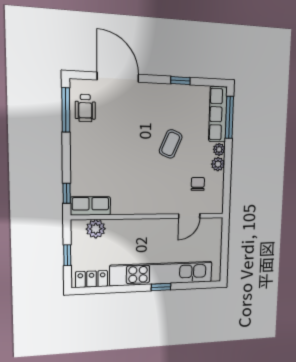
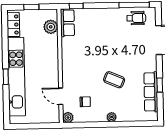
wheelchair: (85, 108) -> (136, 18), turned 180
row of seats: (218, 114) -> (151, 92), moved, turned -90
window: (229, 117) -> (136, 124), removed
plant: (218, 164) -> (68, 117), moved

